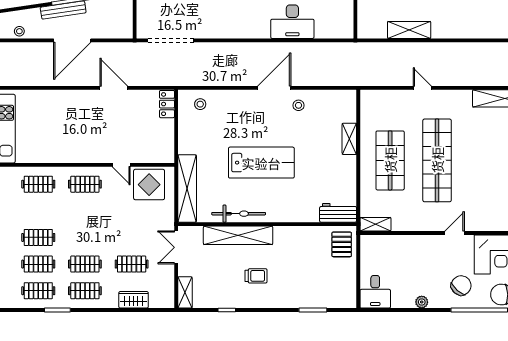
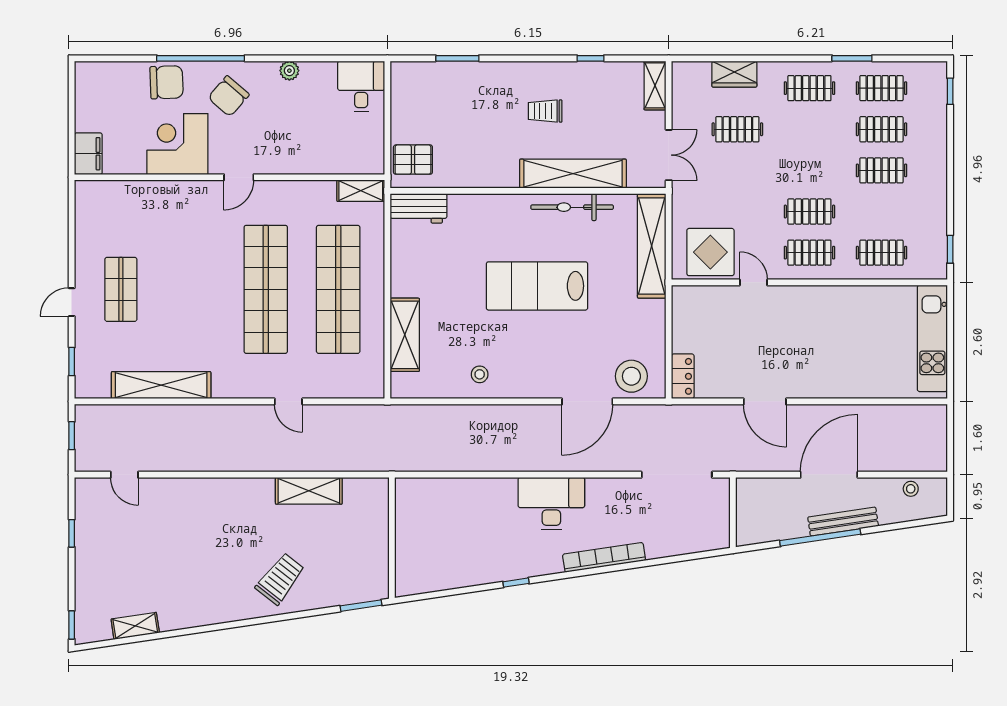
desk: (292, 22) -> (551, 504), moved
door: (274, 88) -> (587, 401), moved
stool: (200, 104) -> (631, 376), width x1.89, depth x1.89
shelving: (349, 139) -> (405, 335), width x1.50, depth x1.33
shop shelf: (390, 160) -> (338, 289), width x1.40
pallet: (342, 244) -> (413, 160), turned 90
clothes rail: (85, 264) -> (809, 212), moved

